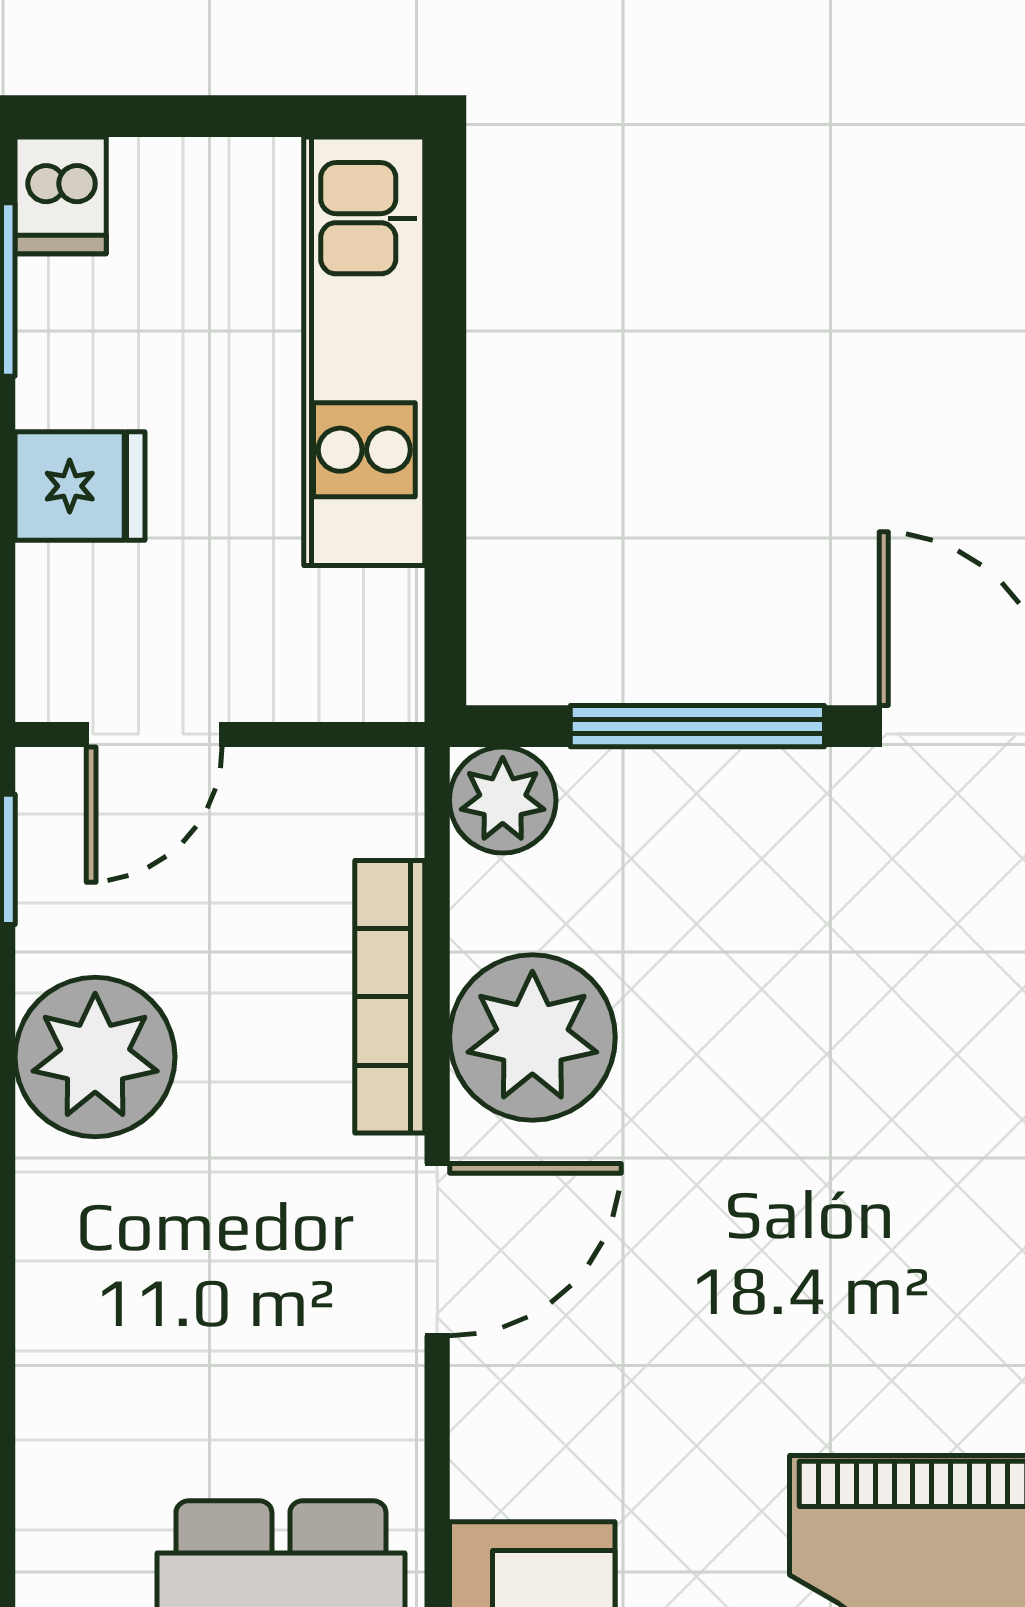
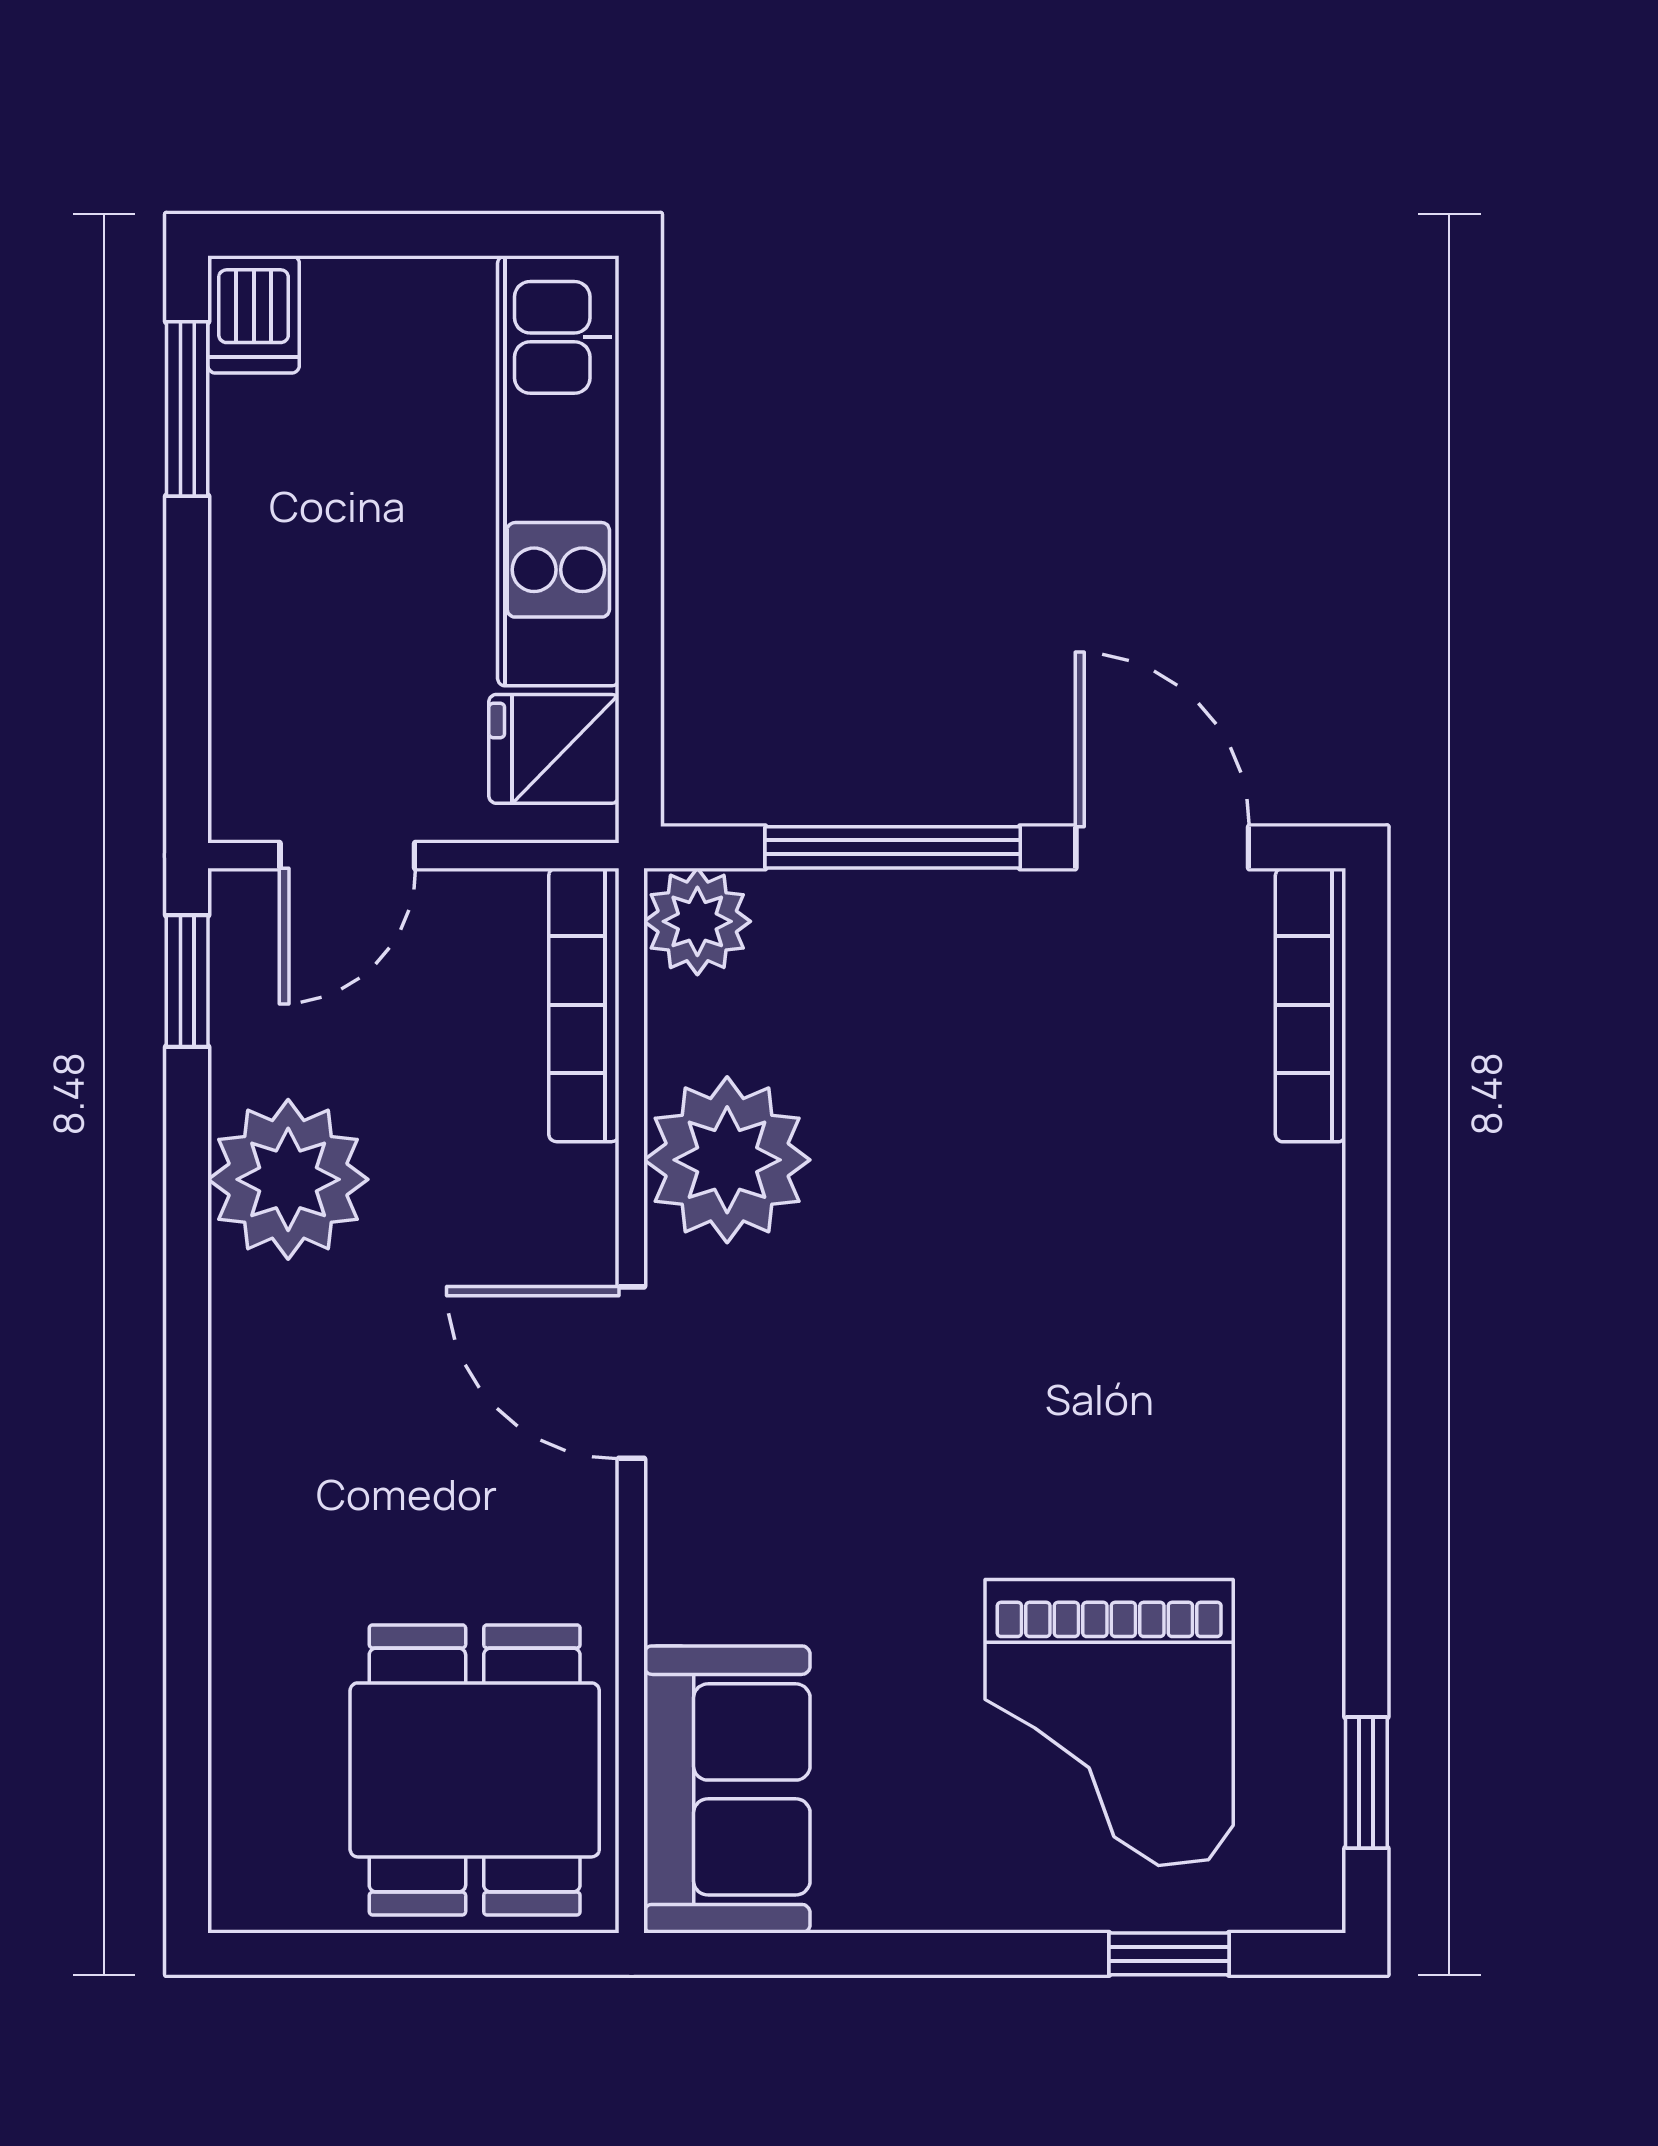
fridge: (80, 486) -> (554, 749), moved, turned 180
bookcase: (390, 997) -> (584, 1005), moved
door: (437, 1250) -> (631, 1373), swing flipped

